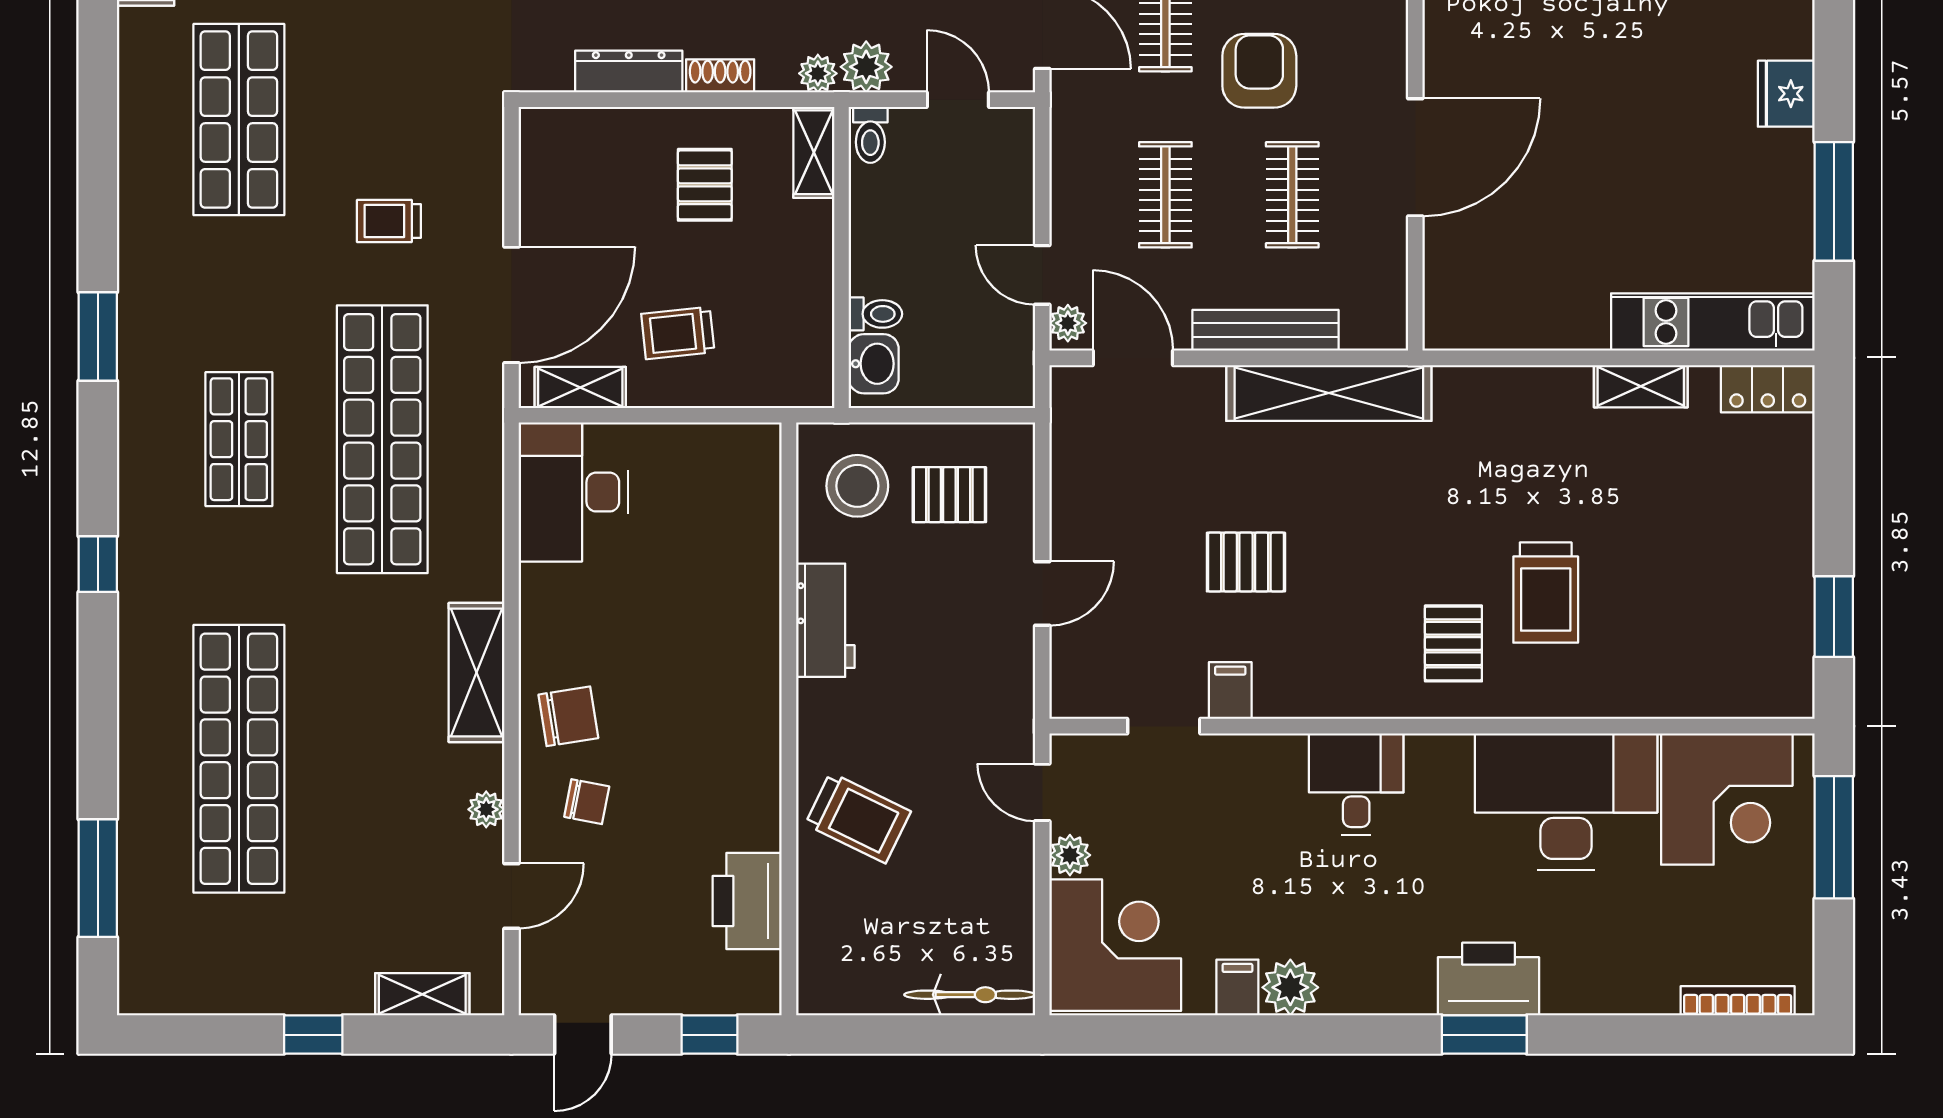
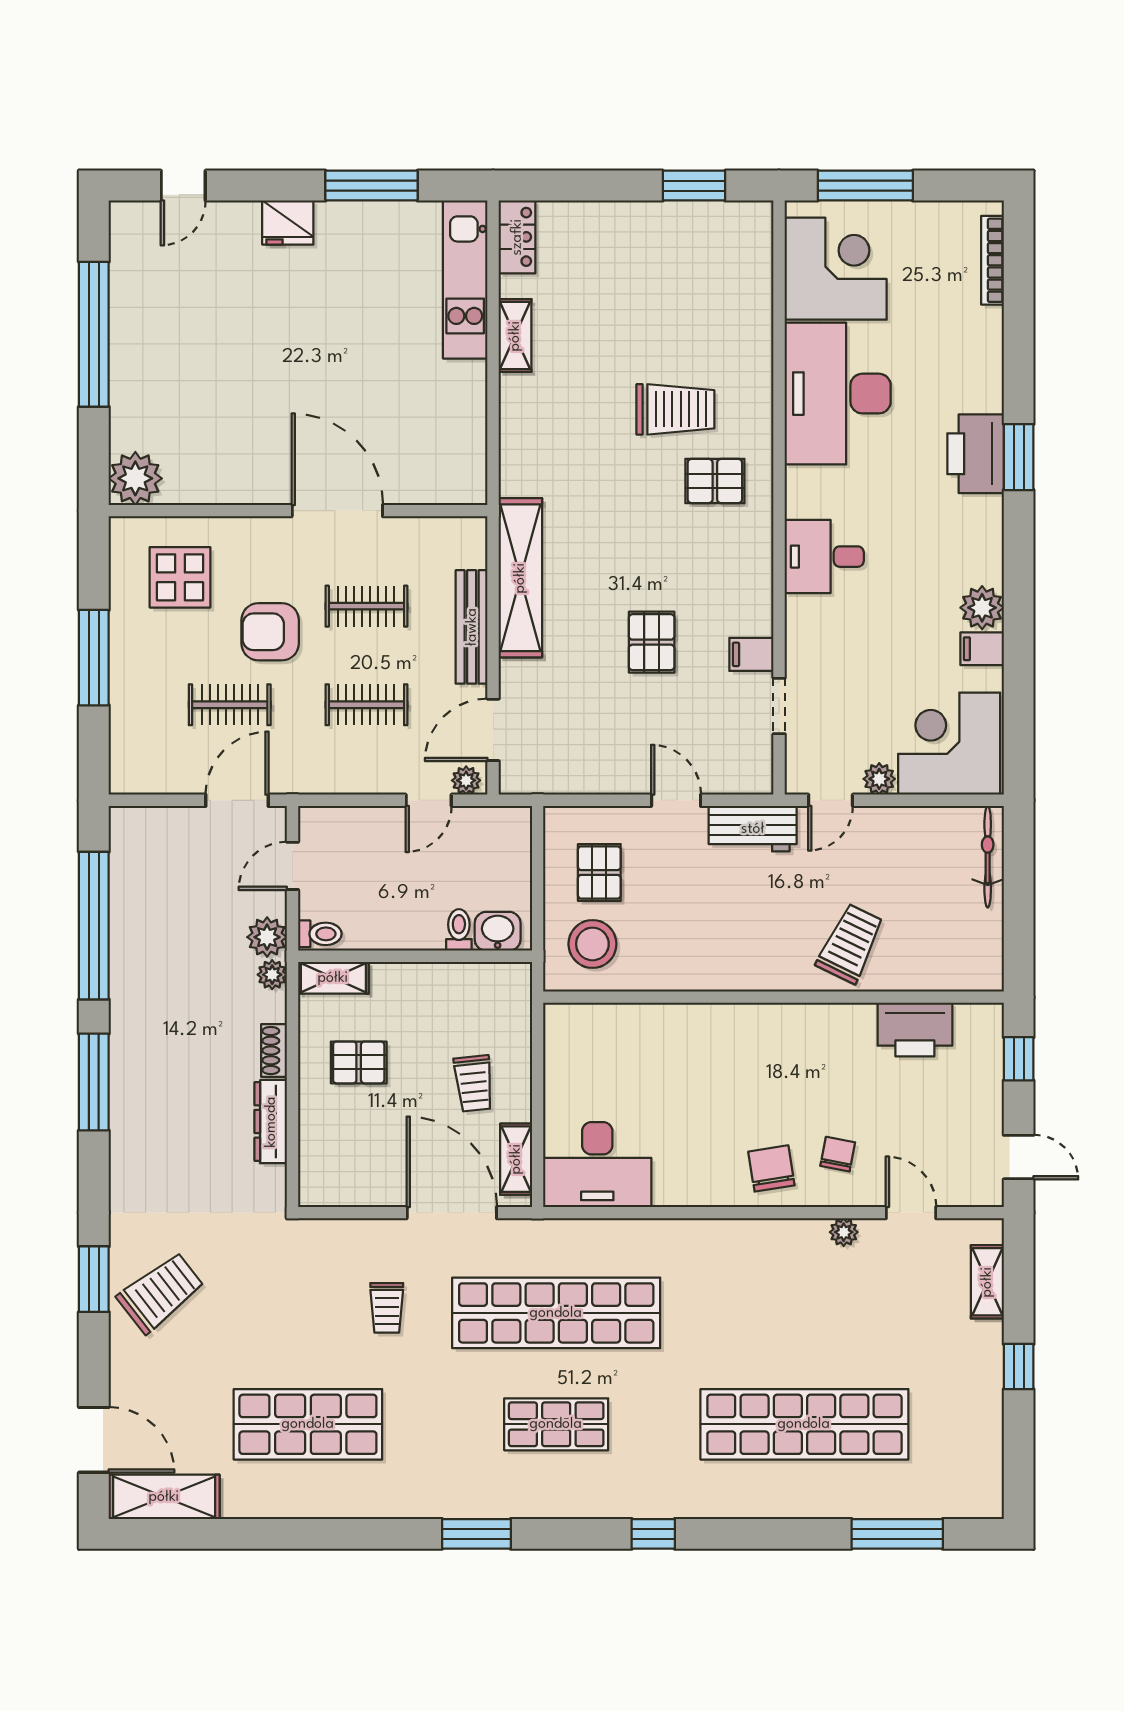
workbench: (825, 620) -> (753, 829), moved, turned 180
shelving: (476, 673) -> (737, 1240), removed

